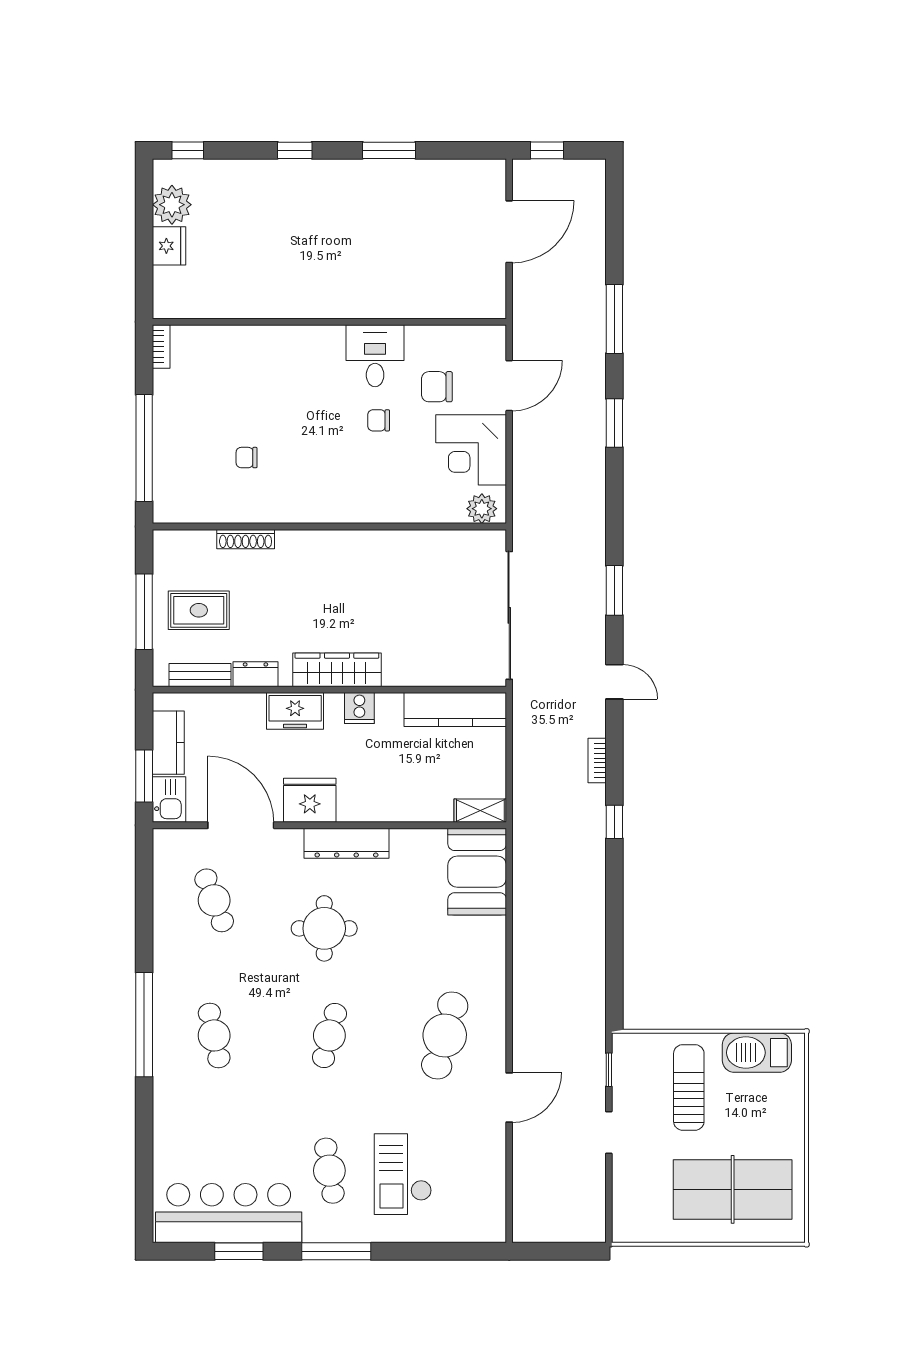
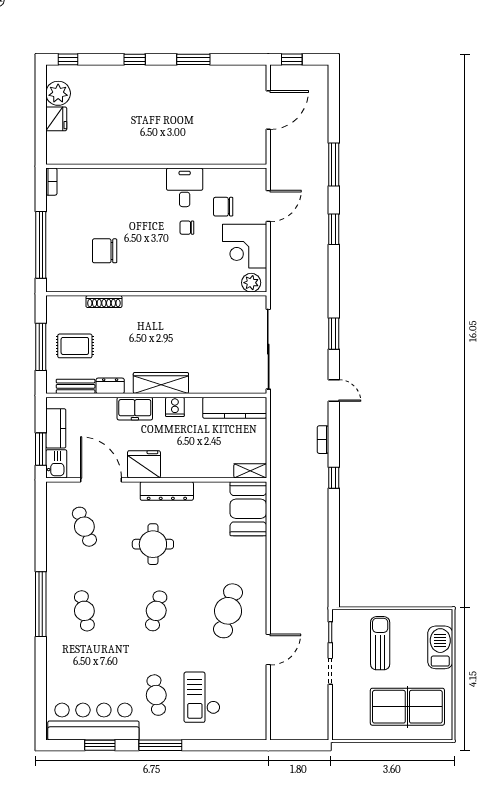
chair: (247, 458) -> (105, 251), width x1.87, depth x1.87
barbecue: (757, 1053) -> (440, 647), moved, turned 90

